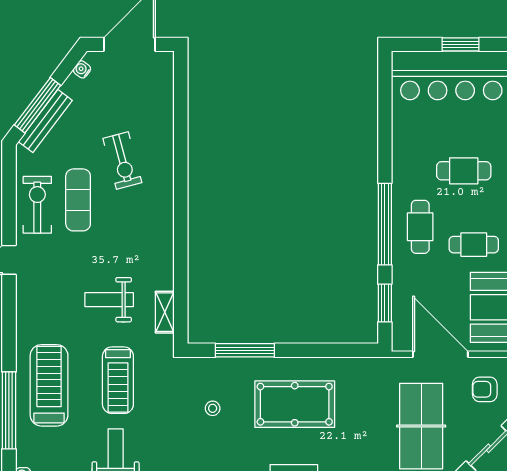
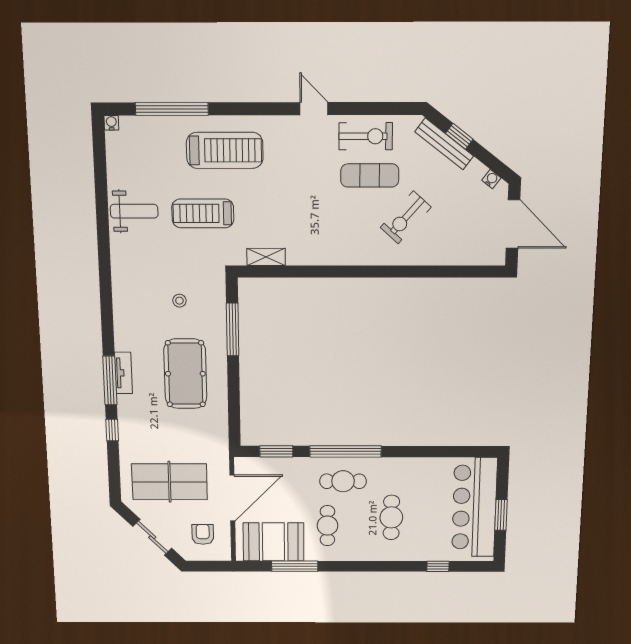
window: (38, 105) -> (459, 136), width x0.46
exercise bike: (122, 161) -> (406, 217), turned -33
weight bench: (109, 300) -> (277, 205), removed
treadmill: (49, 385) -> (225, 150), moved

